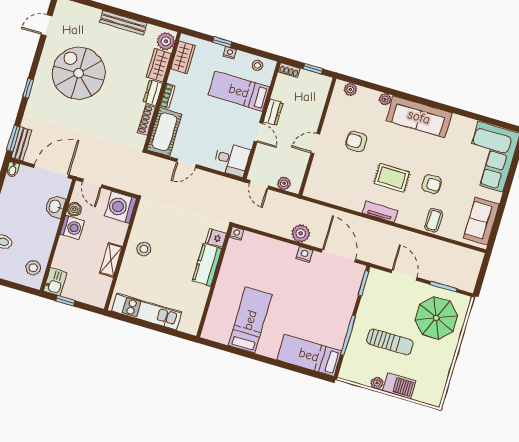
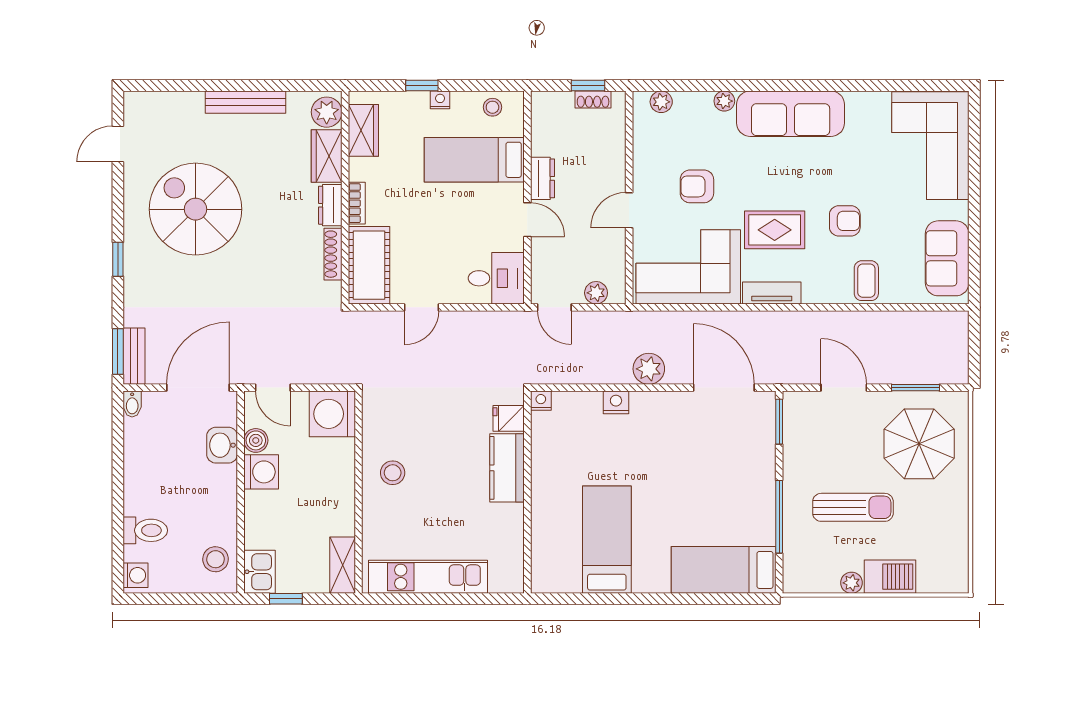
shoe rack: (289, 70) -> (593, 99), moved
corner sofa: (339, 184) -> (688, 267), added
nightstand: (304, 254) -> (616, 402), moved
shelving: (111, 260) -> (343, 565), moved

